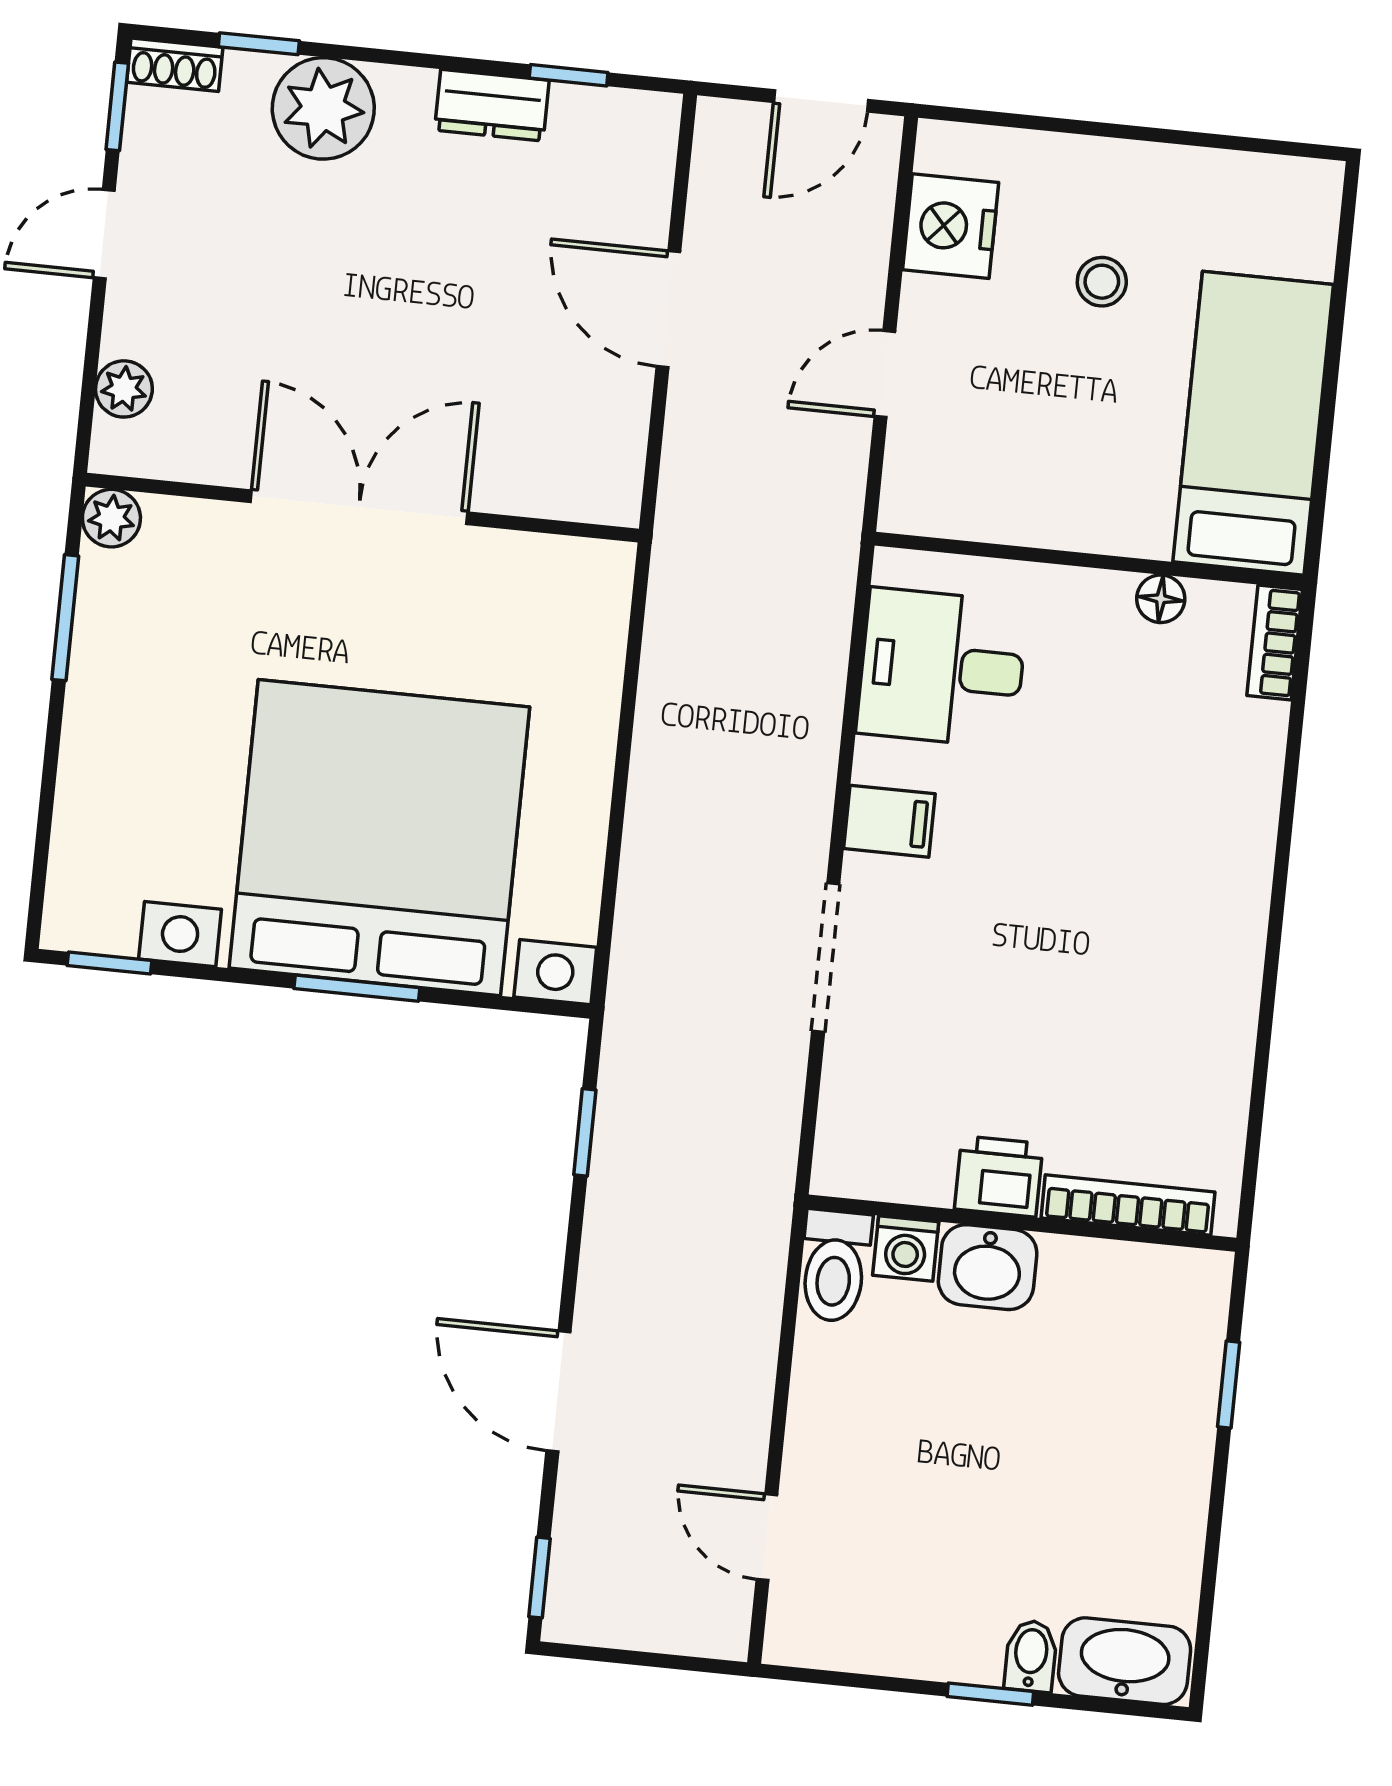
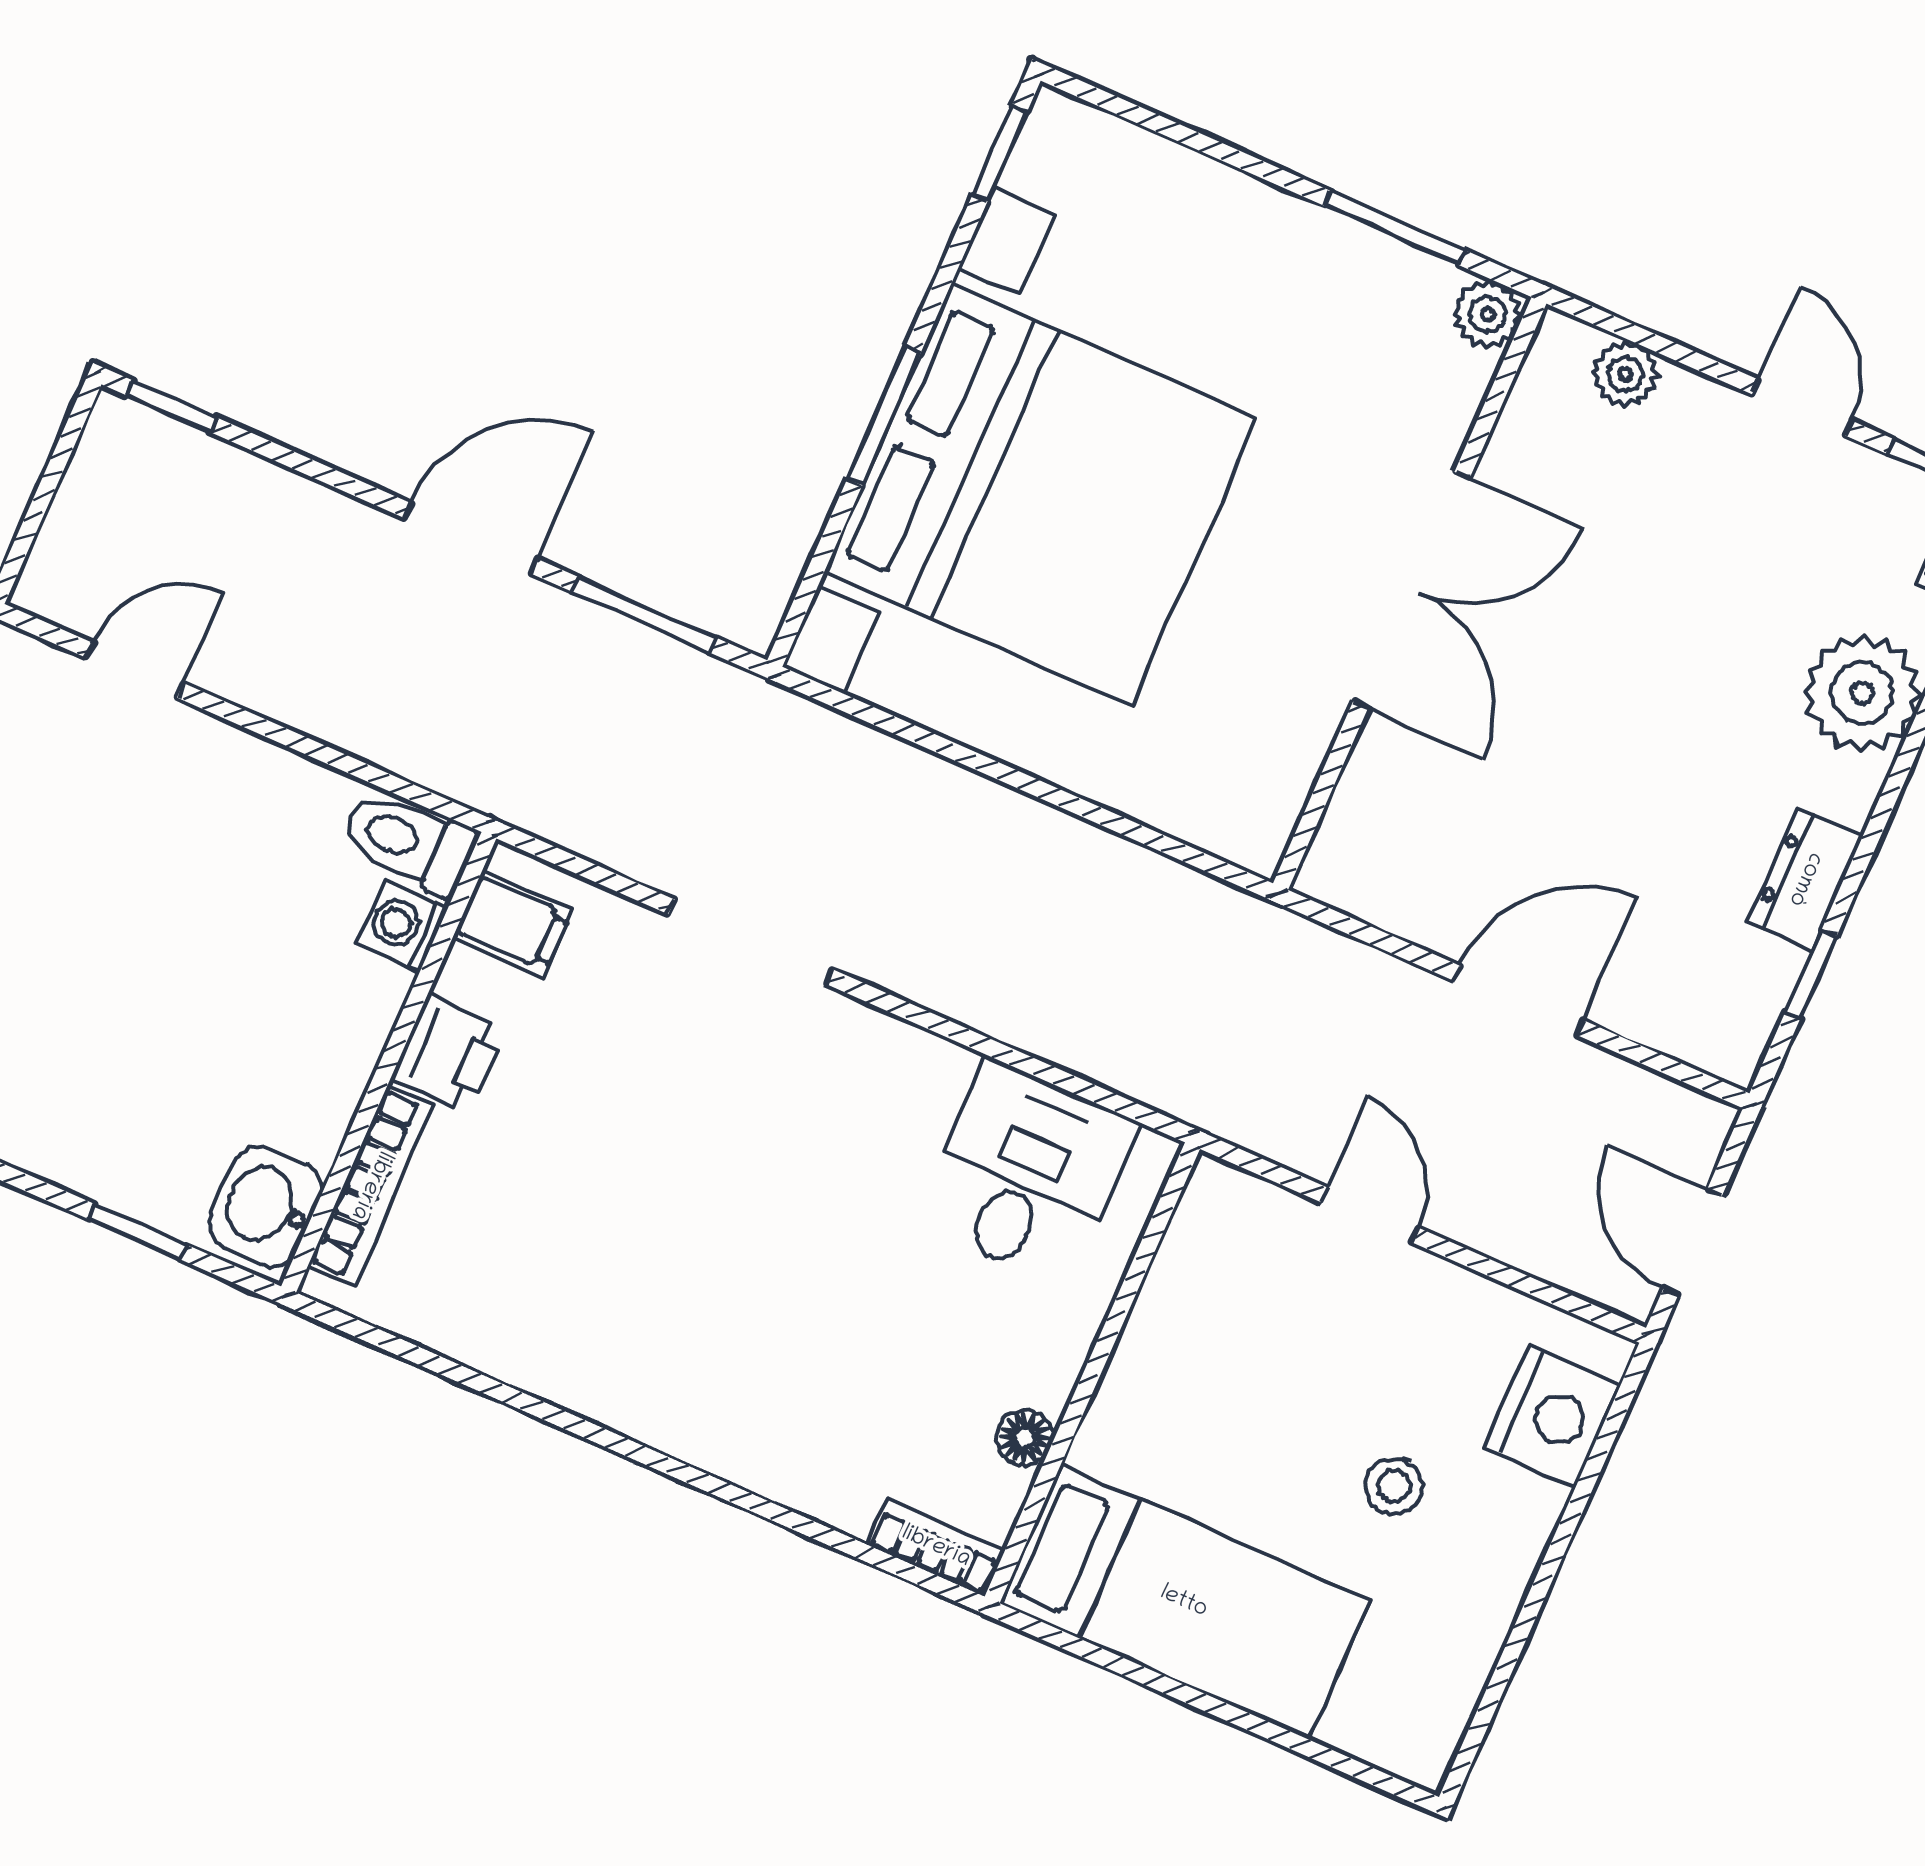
nightstand: (951, 226) -> (1552, 1416), moved, turned 90
filing cabinet: (889, 821) -> (513, 923), moved, turned -90
window: (585, 1132) -> (644, 615), width x1.50
washbasin: (988, 1267) -> (266, 1206), moved
door: (558, 1391) -> (471, 538), moved

